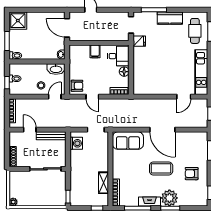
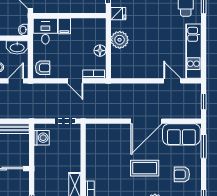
desk: (118, 56) -> (45, 31), moved, turned -90
plant: (140, 63) -> (120, 40), added
door: (92, 97) -> (75, 81), moved
door: (184, 97) -> (172, 81), swing flipped
door: (162, 130) -> (146, 121), hinge flipped
sofa: (128, 141) -> (181, 134), moved

